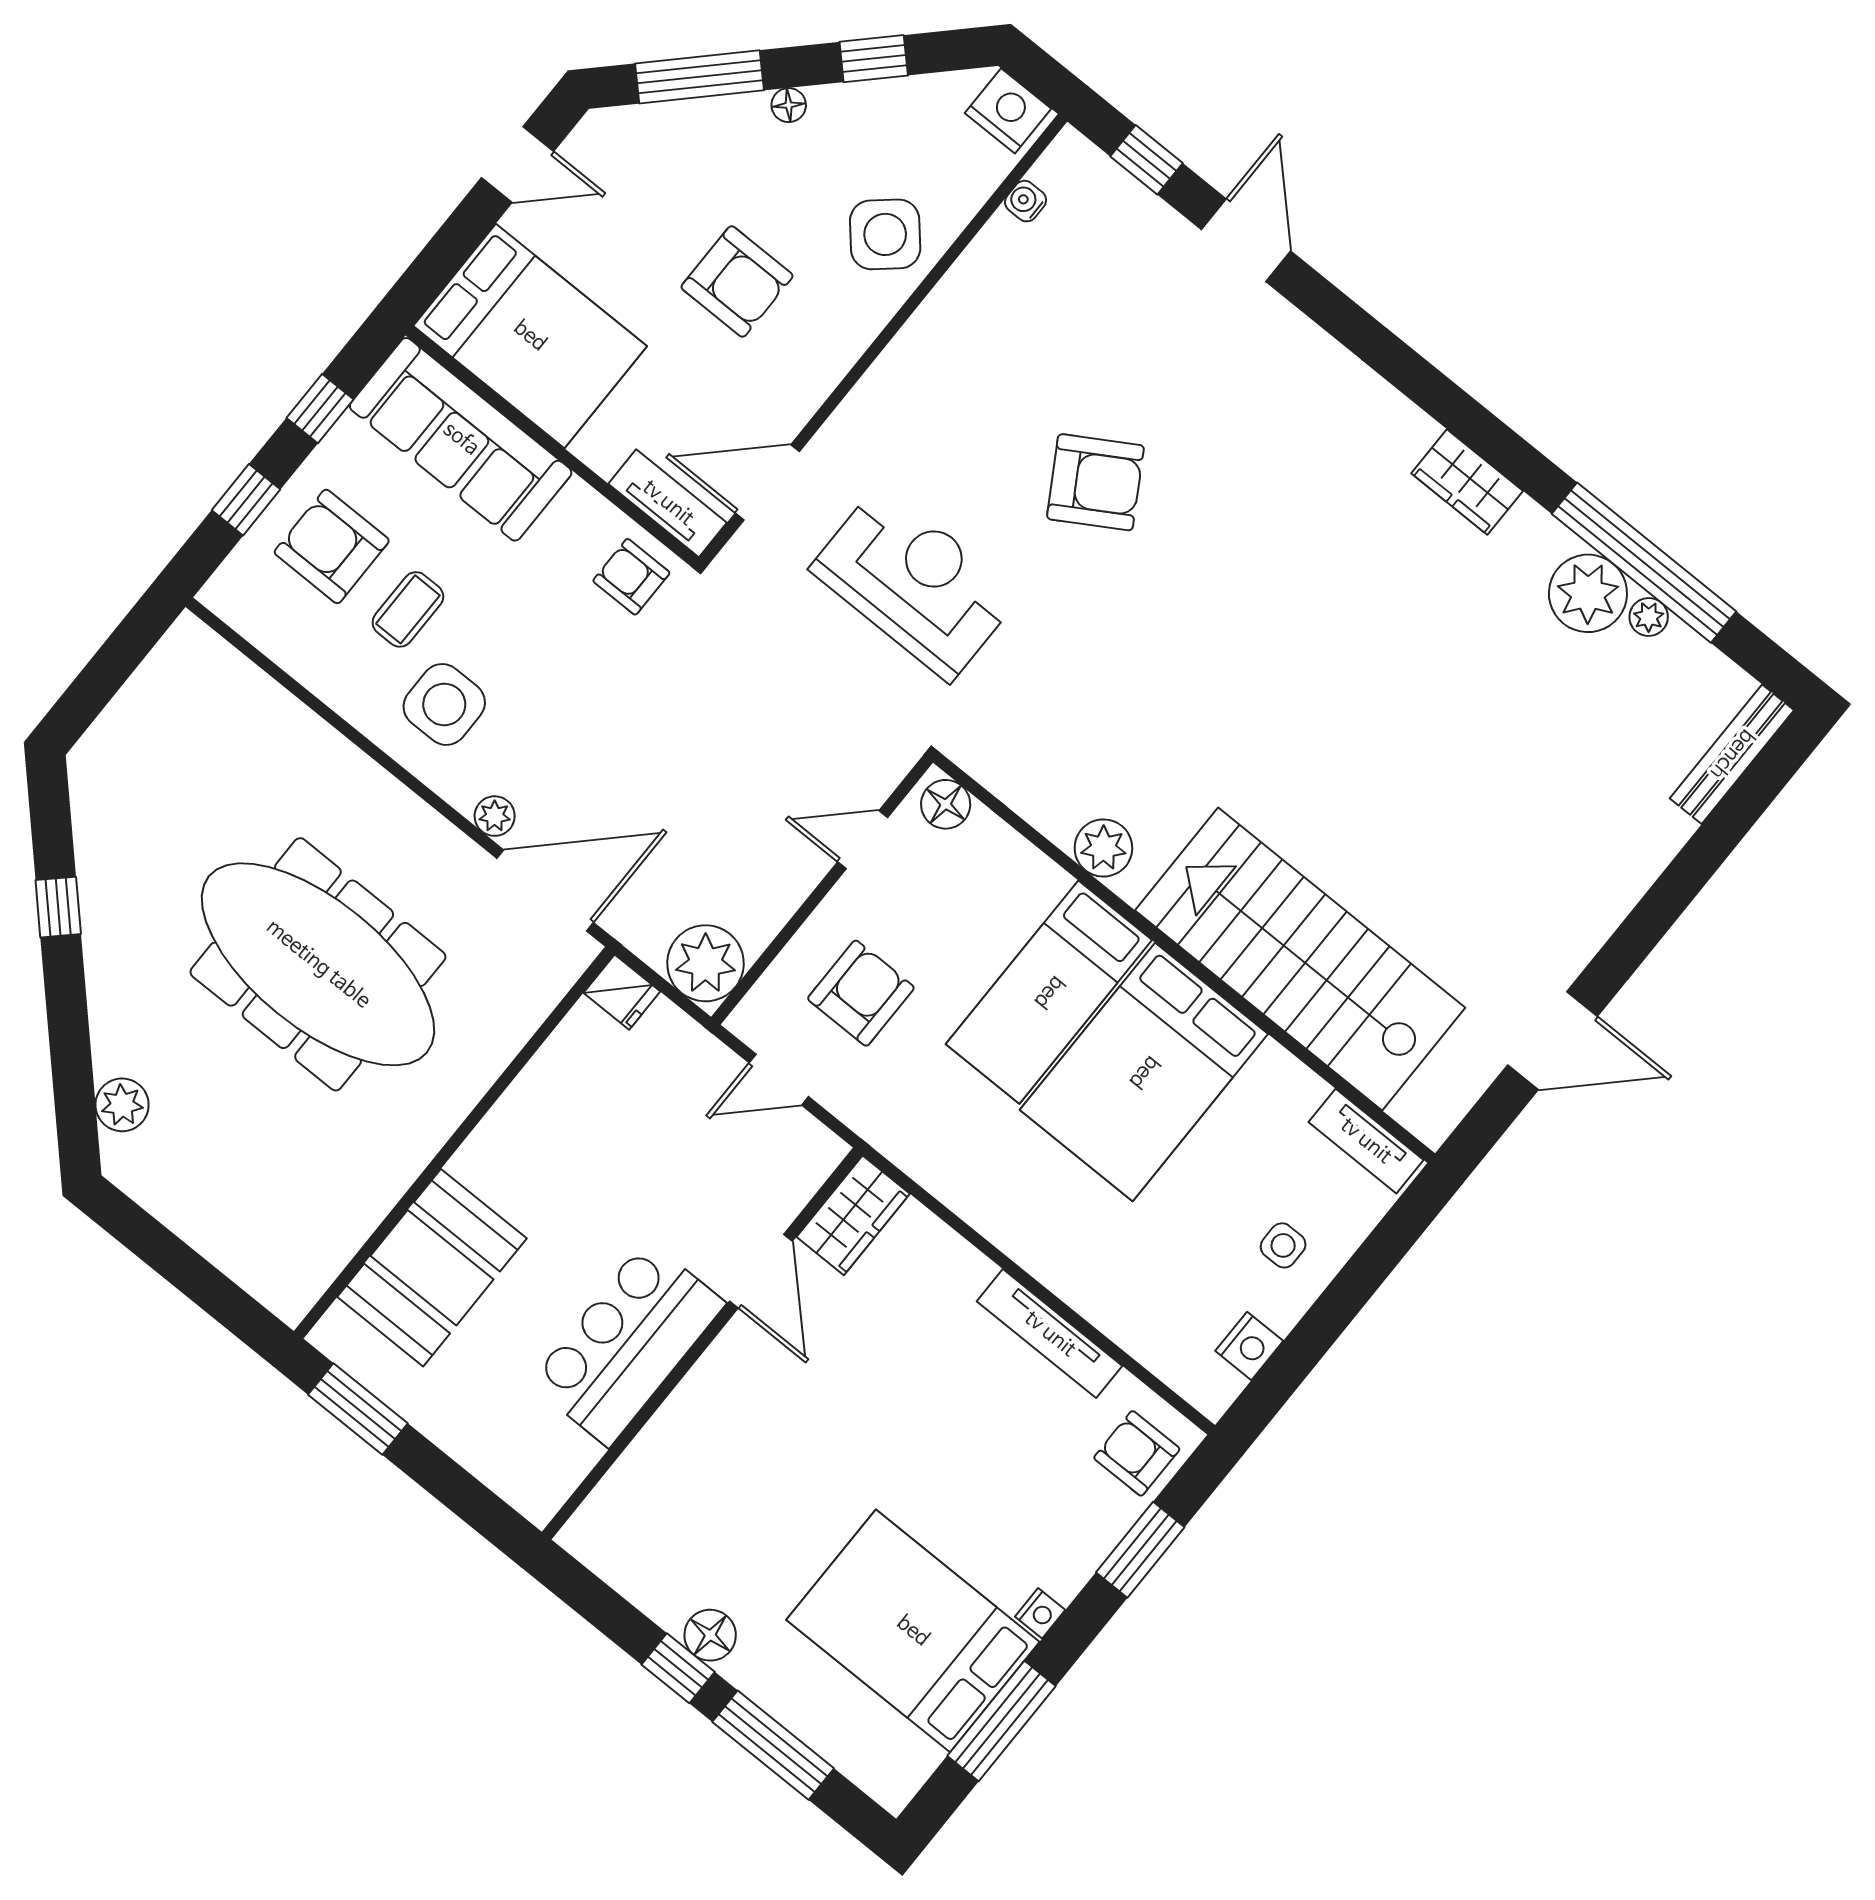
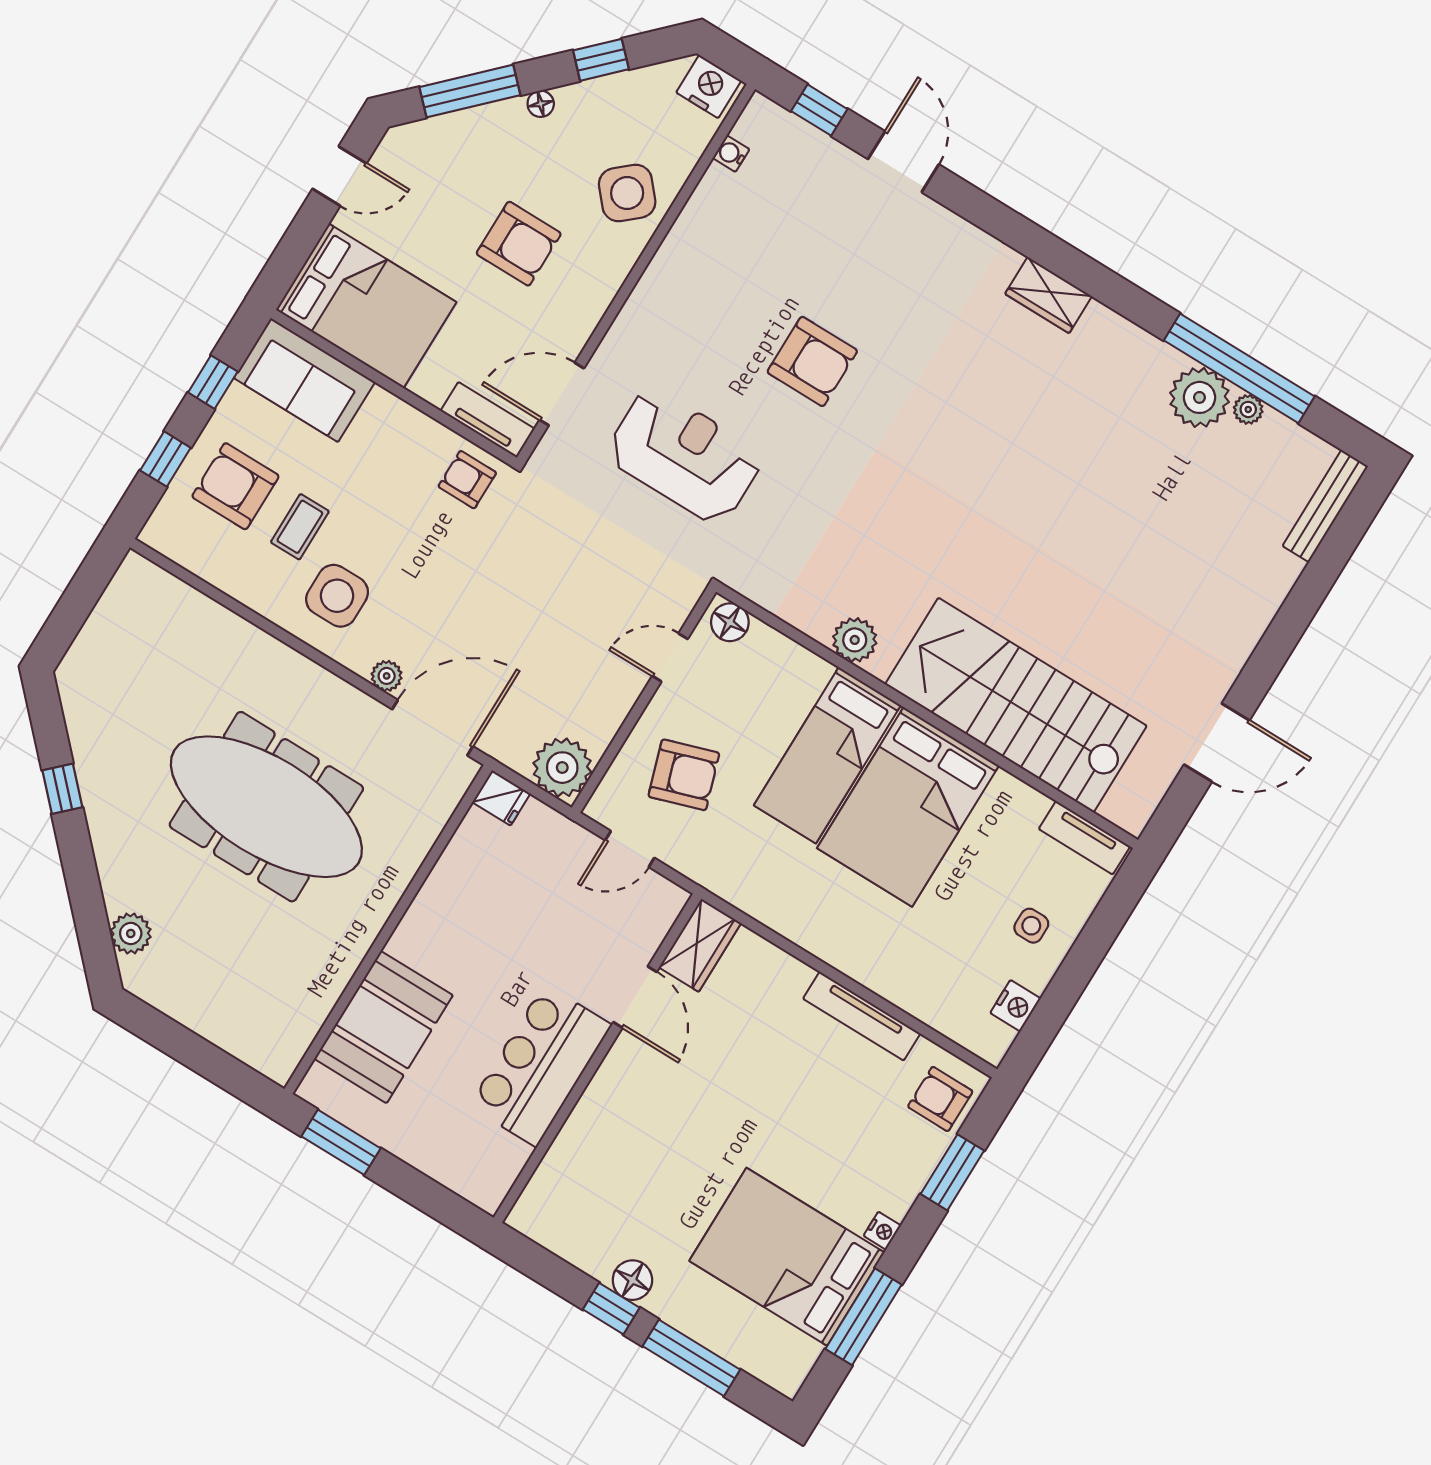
sofa: (461, 439) -> (304, 380), width x0.73
armchair: (1095, 482) -> (812, 361), turned 31
wardrobe: (1467, 482) -> (1048, 295), moved
armchair: (861, 993) -> (684, 775), turned 72

